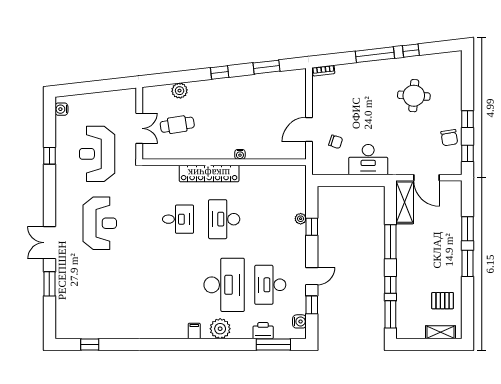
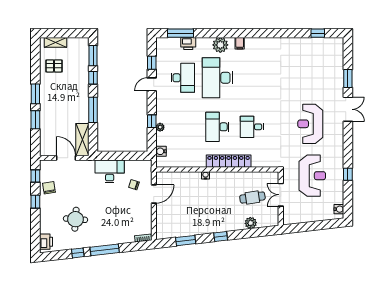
printer: (453, 66) -> (46, 242), added
desk: (224, 219) -> (217, 127), turned 180
water cooler: (299, 321) -> (161, 151), moved

